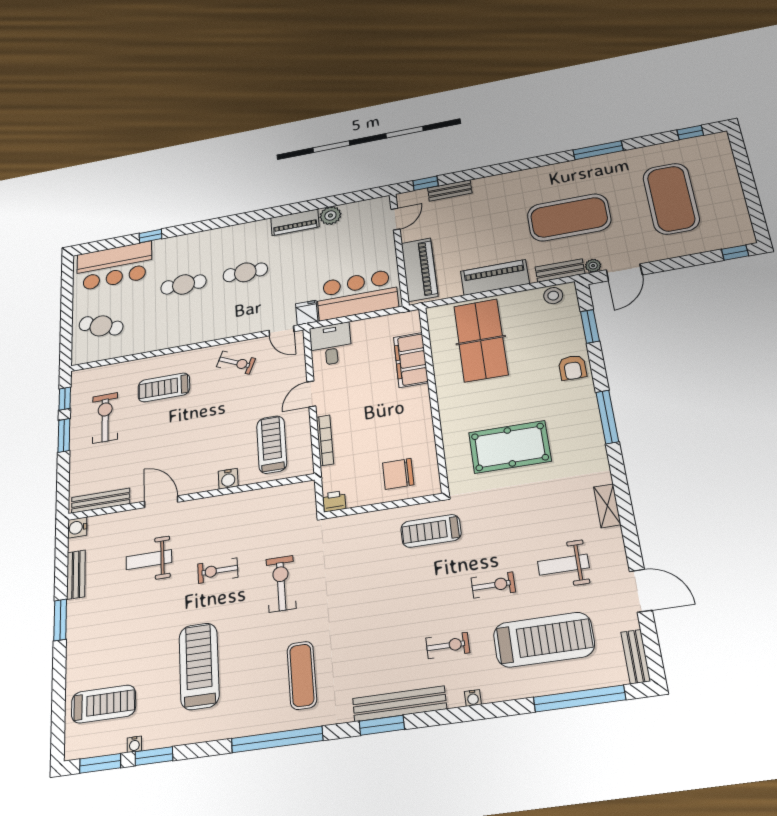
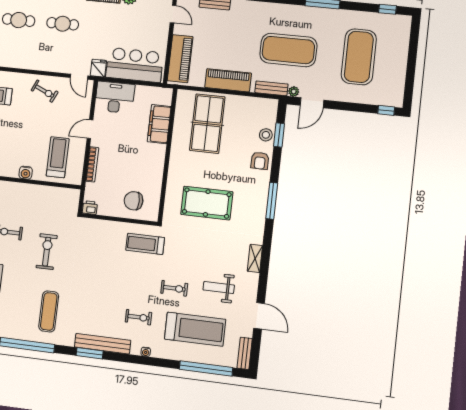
door: (396, 219) -> (173, 14), hinge flipped
stool: (553, 296) -> (266, 135), moved
desk: (331, 344) -> (115, 97), width x1.37

